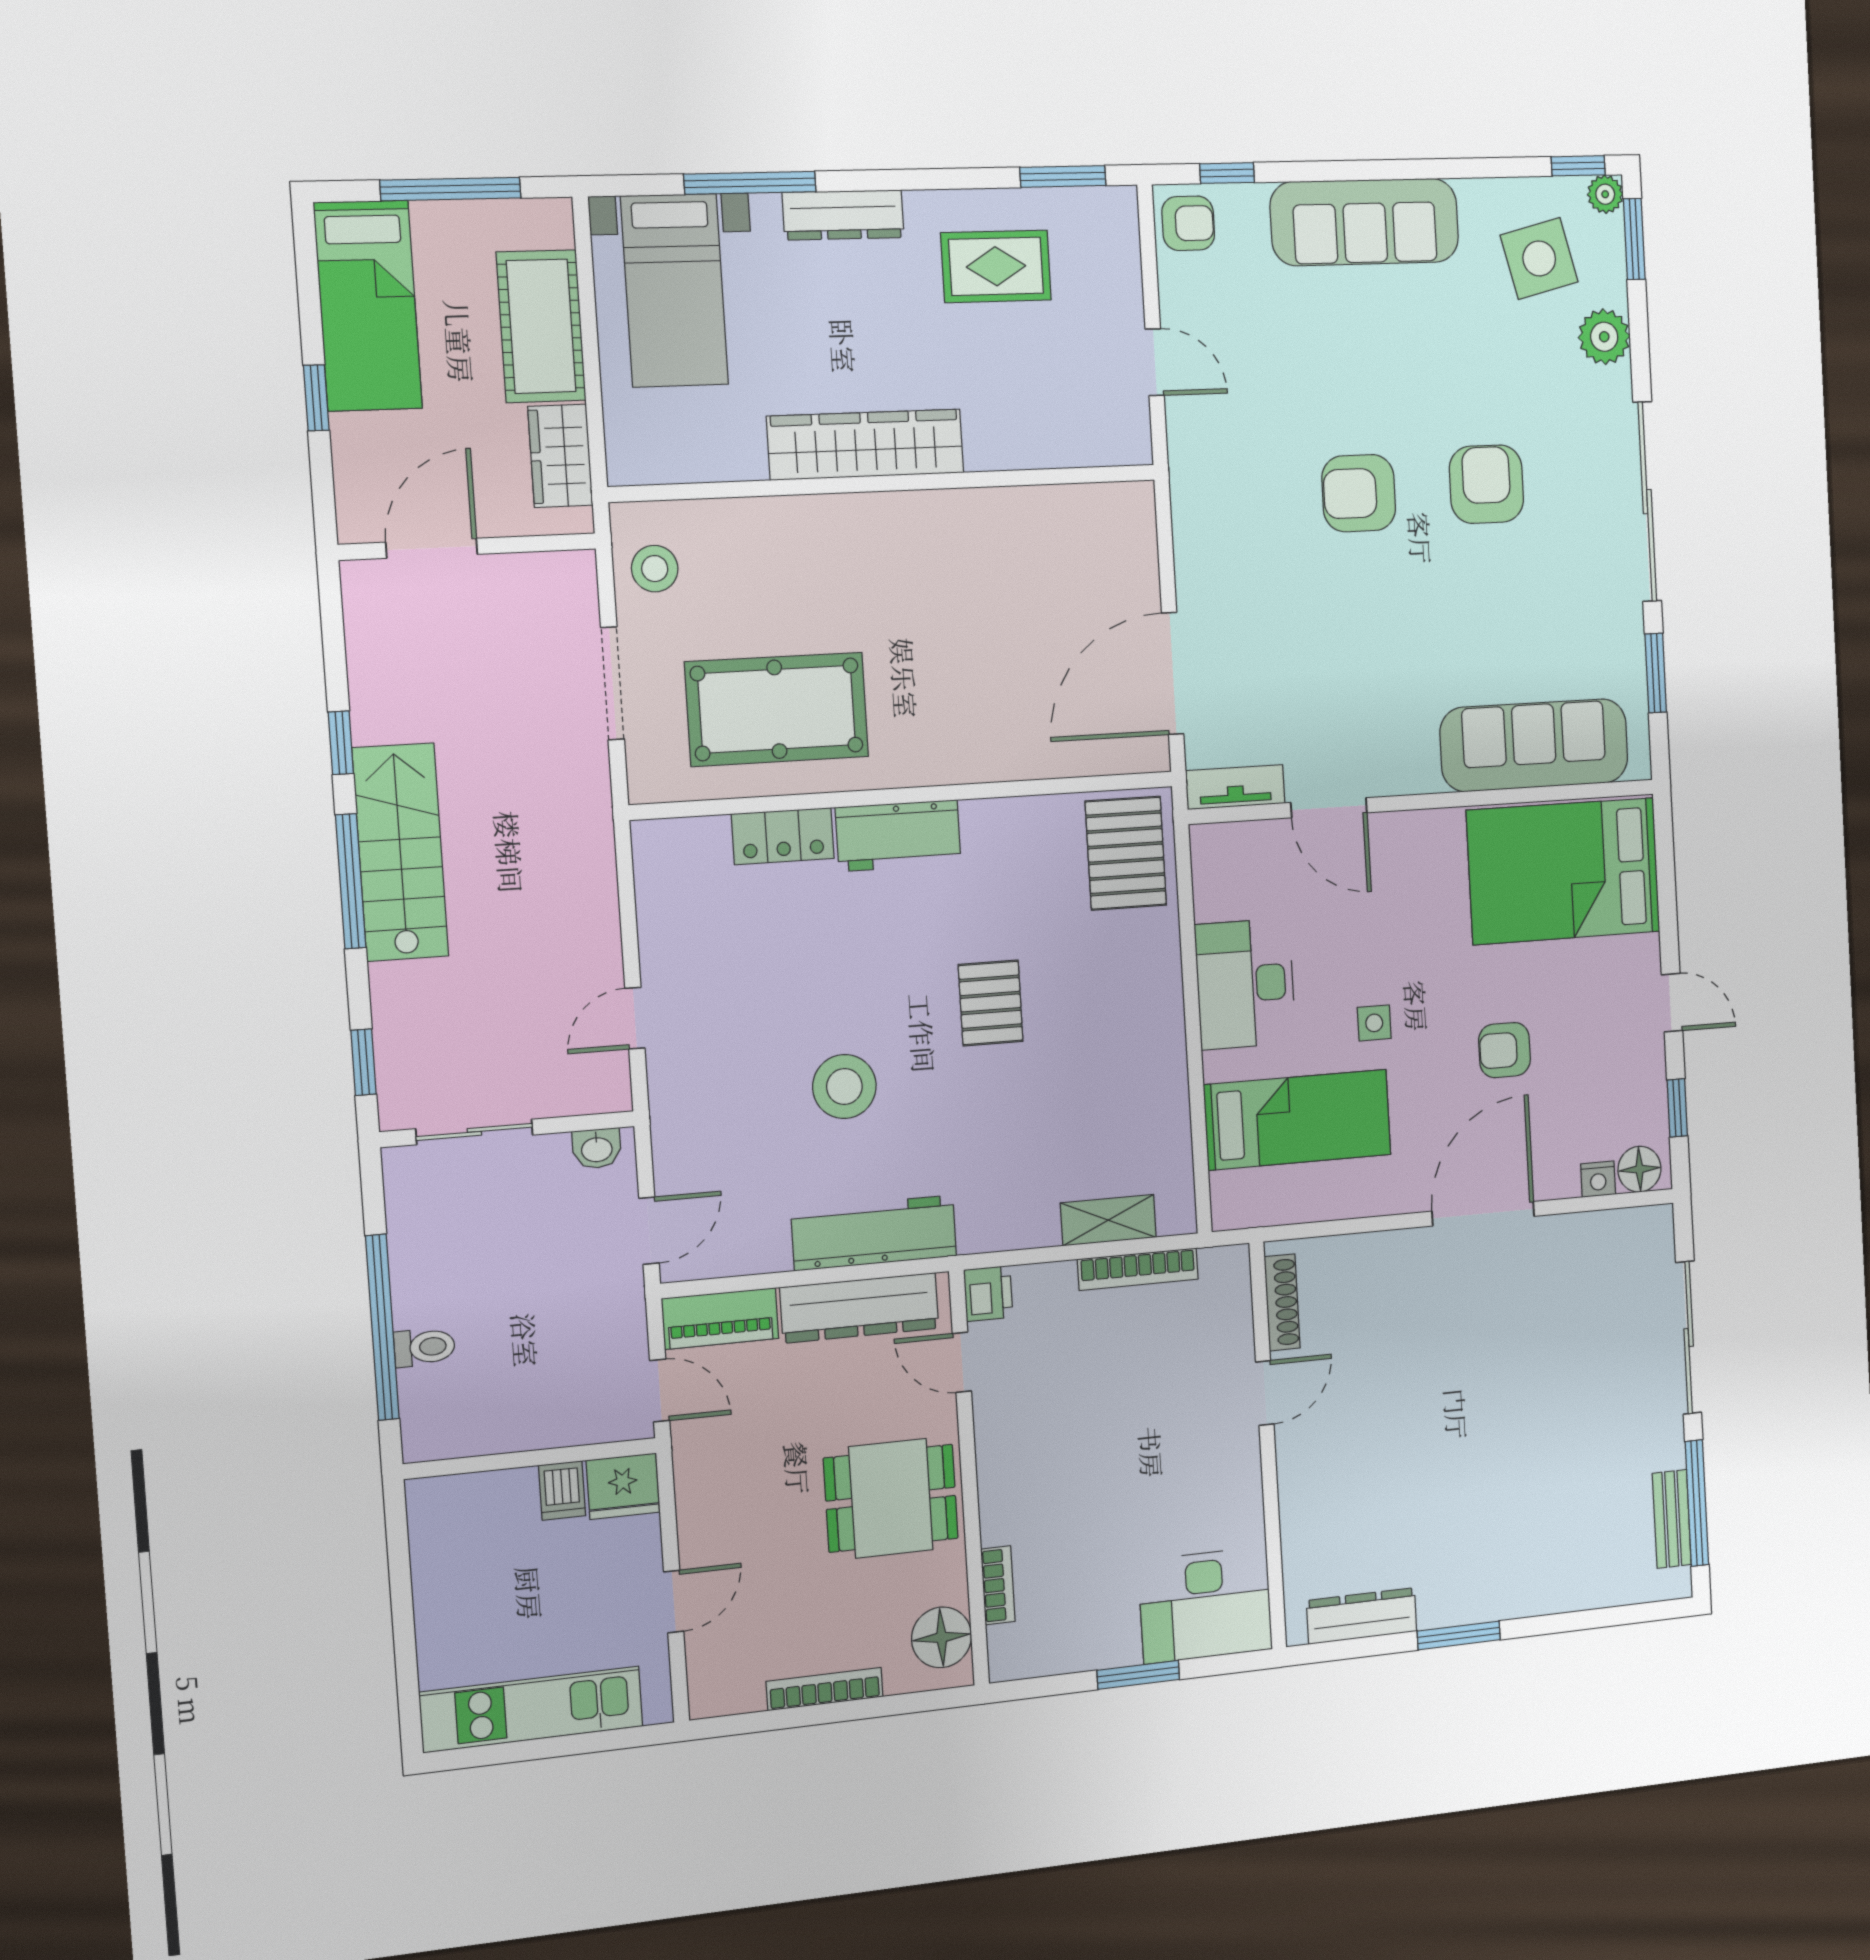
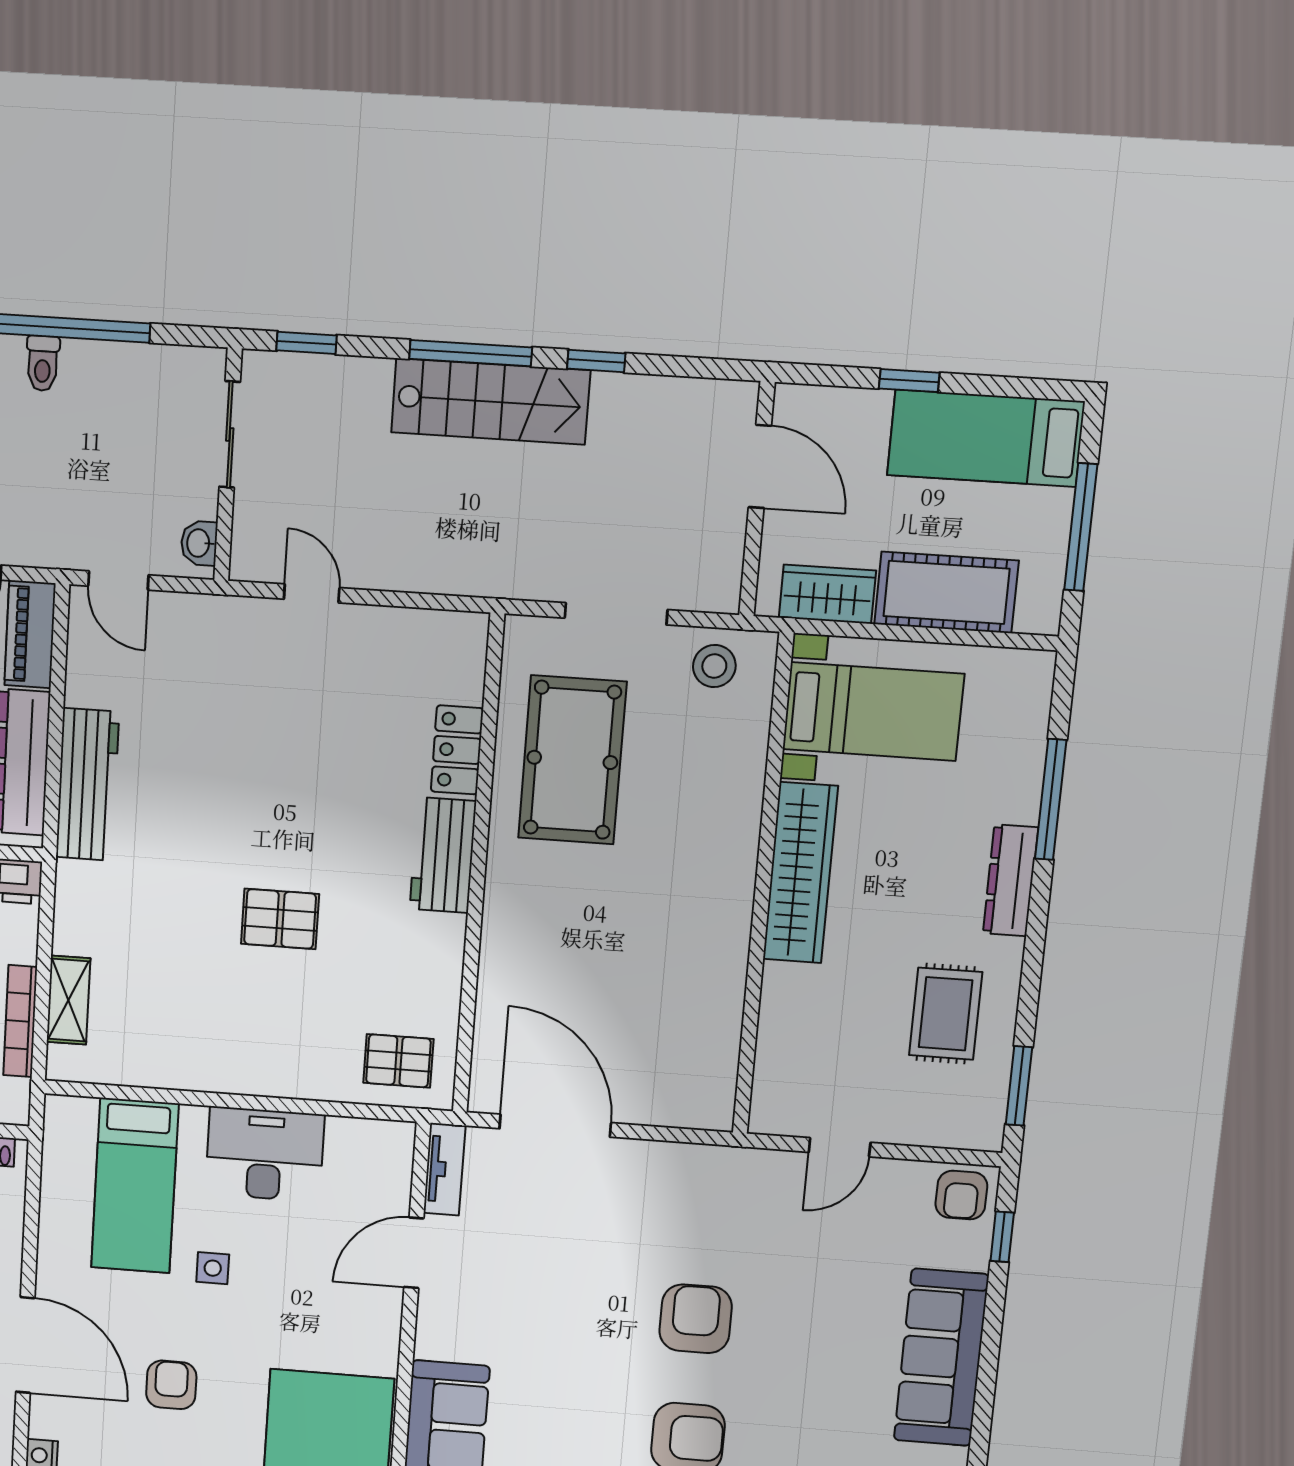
bed with nightstands: (674, 290) -> (873, 712), moved, turned 180
pallet: (1126, 853) -> (398, 1061), width x0.67, depth x0.71
stool: (844, 1086) -> (223, 775), removed

